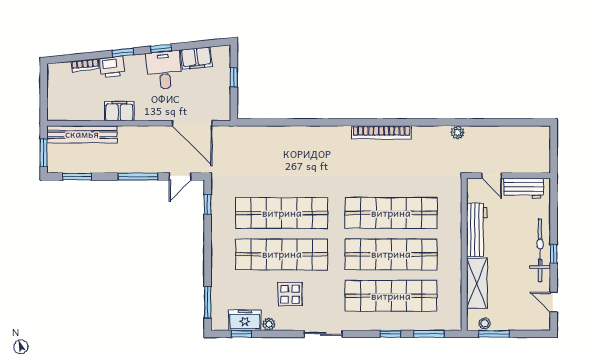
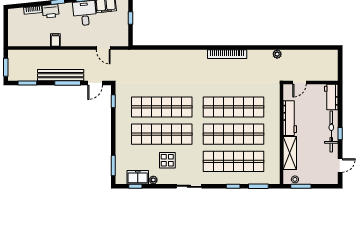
filing cabinet: (119, 111) -> (55, 40), width x0.50
door: (192, 123) -> (103, 48), width x0.53
bench: (82, 134) -> (61, 75), moved
door: (492, 176) -> (299, 83), hinge flipped
workbench: (524, 188) -> (331, 97), moved, turned 90
door: (554, 302) -> (340, 165), swing flipped

